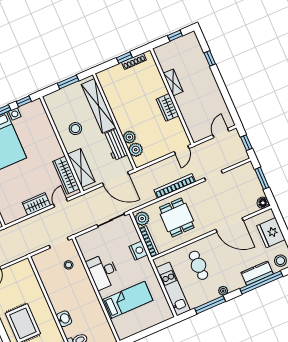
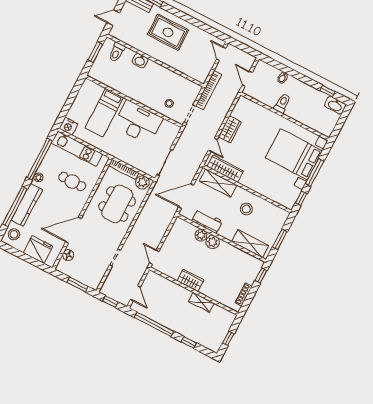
window: (124, 58) -> (261, 275), moved
window: (226, 96) -> (154, 324), added
shelving: (99, 106) -> (250, 244), width x0.68
plant: (136, 150) -> (213, 242), moved
bookcase: (175, 186) -> (209, 90), moved
floor lamp: (263, 203) -> (68, 255), moved
dining table: (177, 218) -> (117, 204), width x1.38
nightstand: (138, 251) -> (68, 126), moved
desk: (103, 272) -> (138, 122), width x1.36, depth x1.30
kitchen counter: (257, 273) -> (27, 205), width x1.50
window: (210, 305) -> (40, 159), width x1.46

